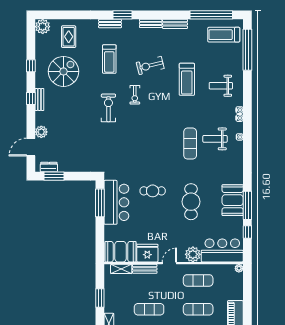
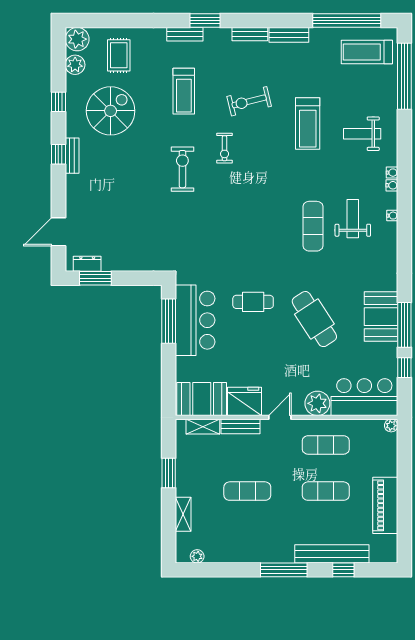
plant: (41, 132) -> (75, 65), moved
weight bench: (215, 139) -> (353, 219), turned 90
cafe table: (191, 202) -> (314, 319), turned -33

